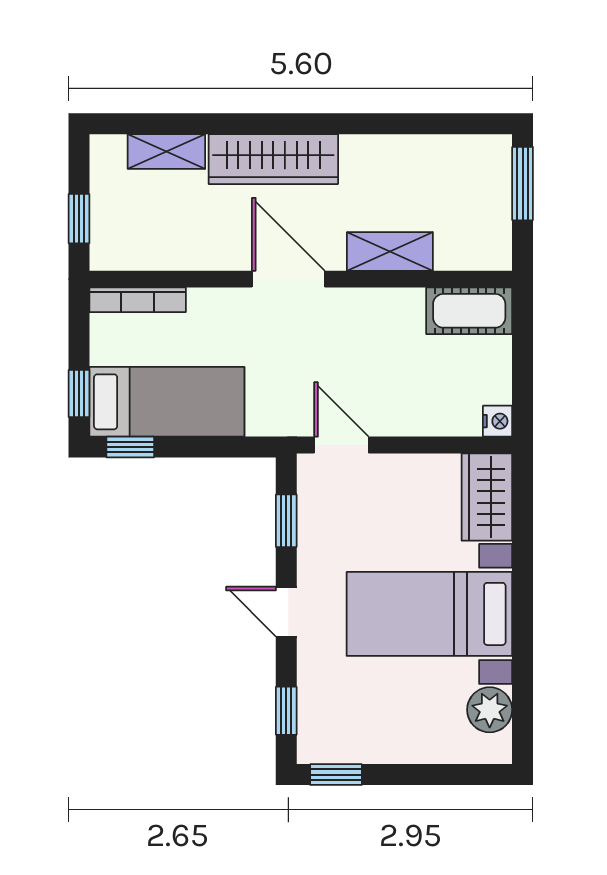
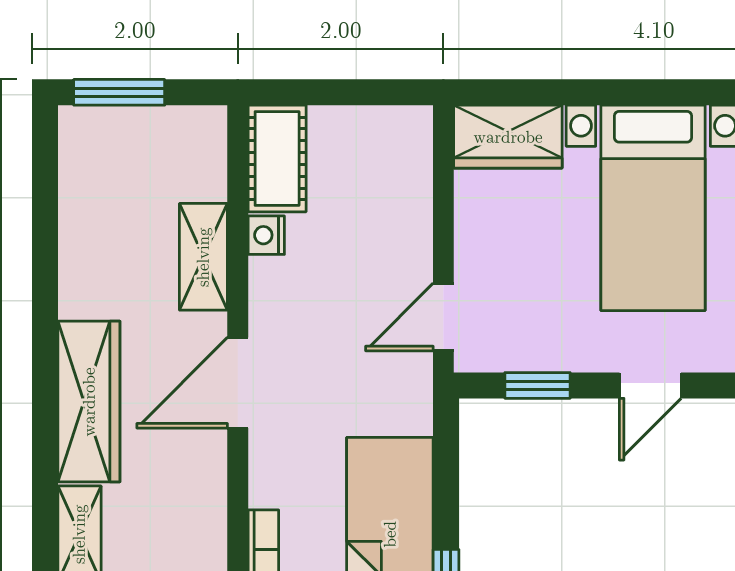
nightstand: (498, 421) -> (266, 235), moved, turned -90

